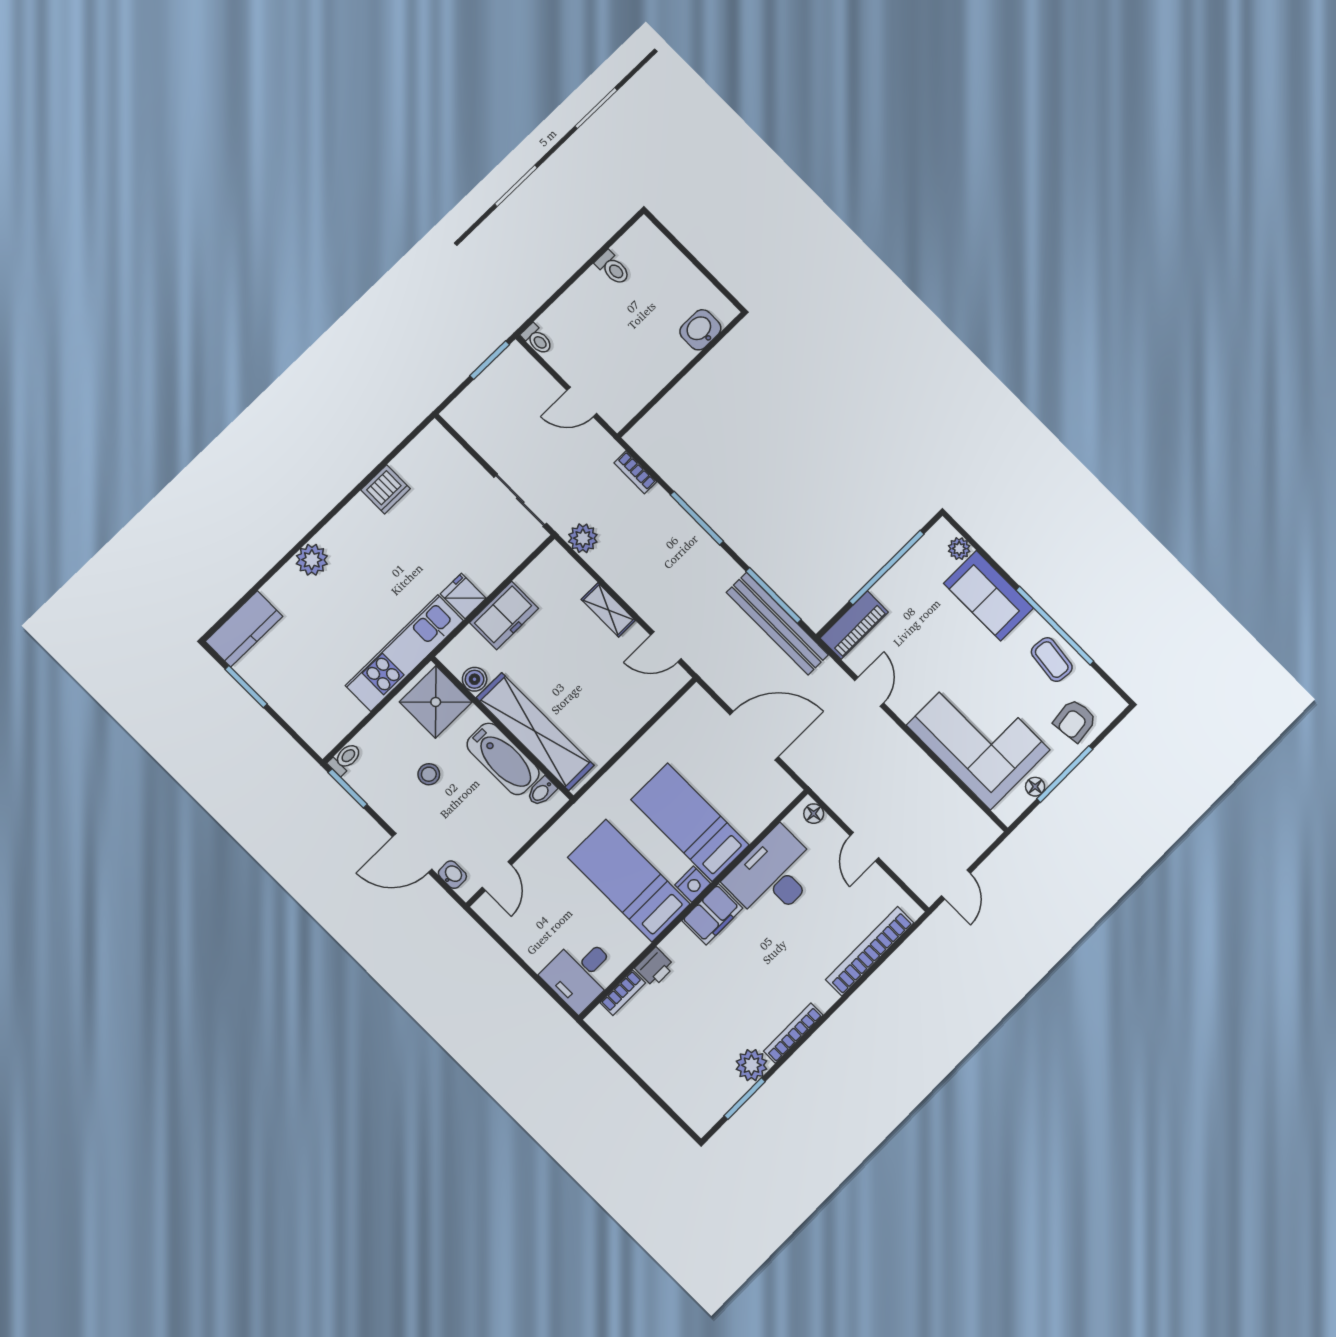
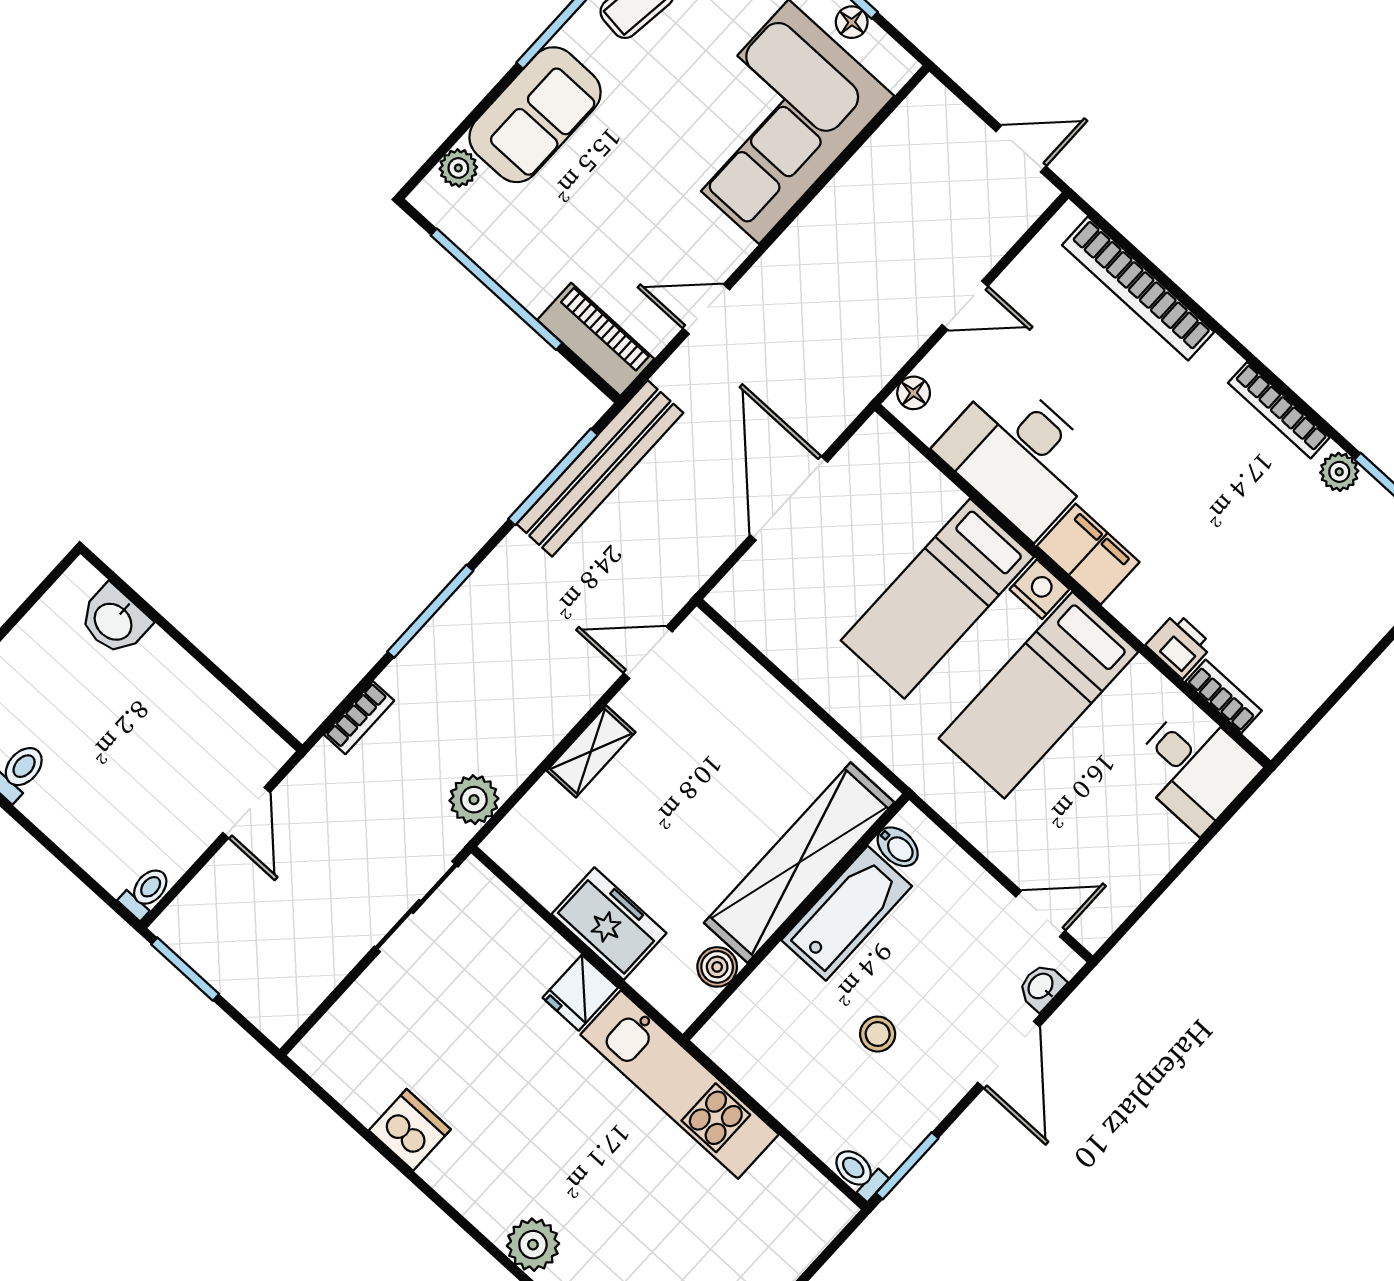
door: (666, 647) -> (648, 653), swing flipped
shower: (436, 702) -> (758, 1029), removed
plant: (751, 1065) -> (1339, 472), width x0.73, depth x0.73

